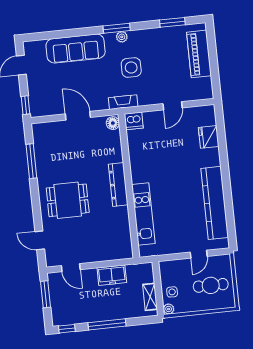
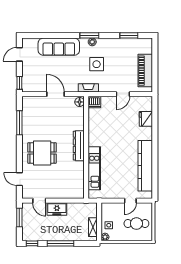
piano: (199, 54) -> (145, 71), moved
freezer: (112, 275) -> (57, 209), moved

